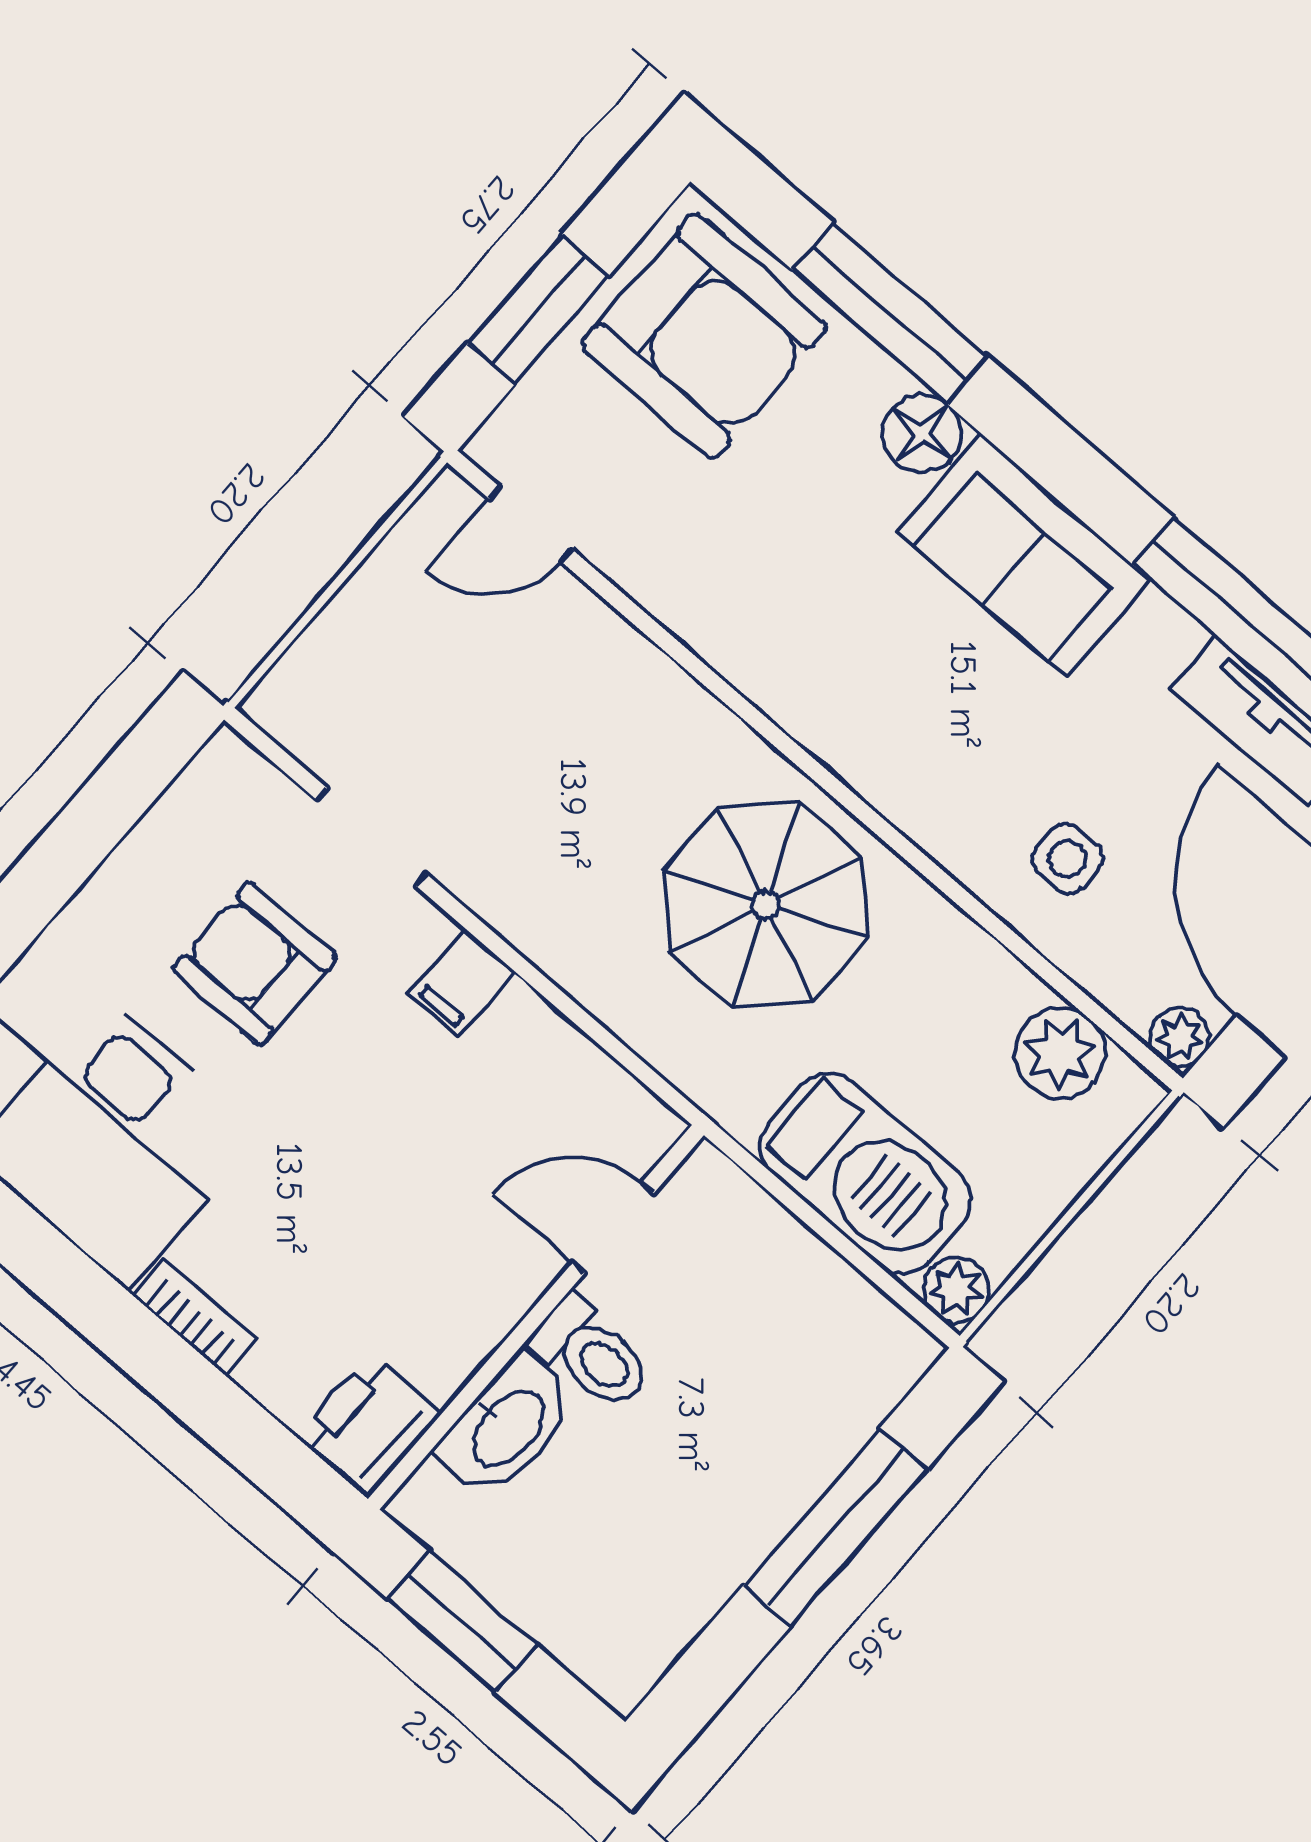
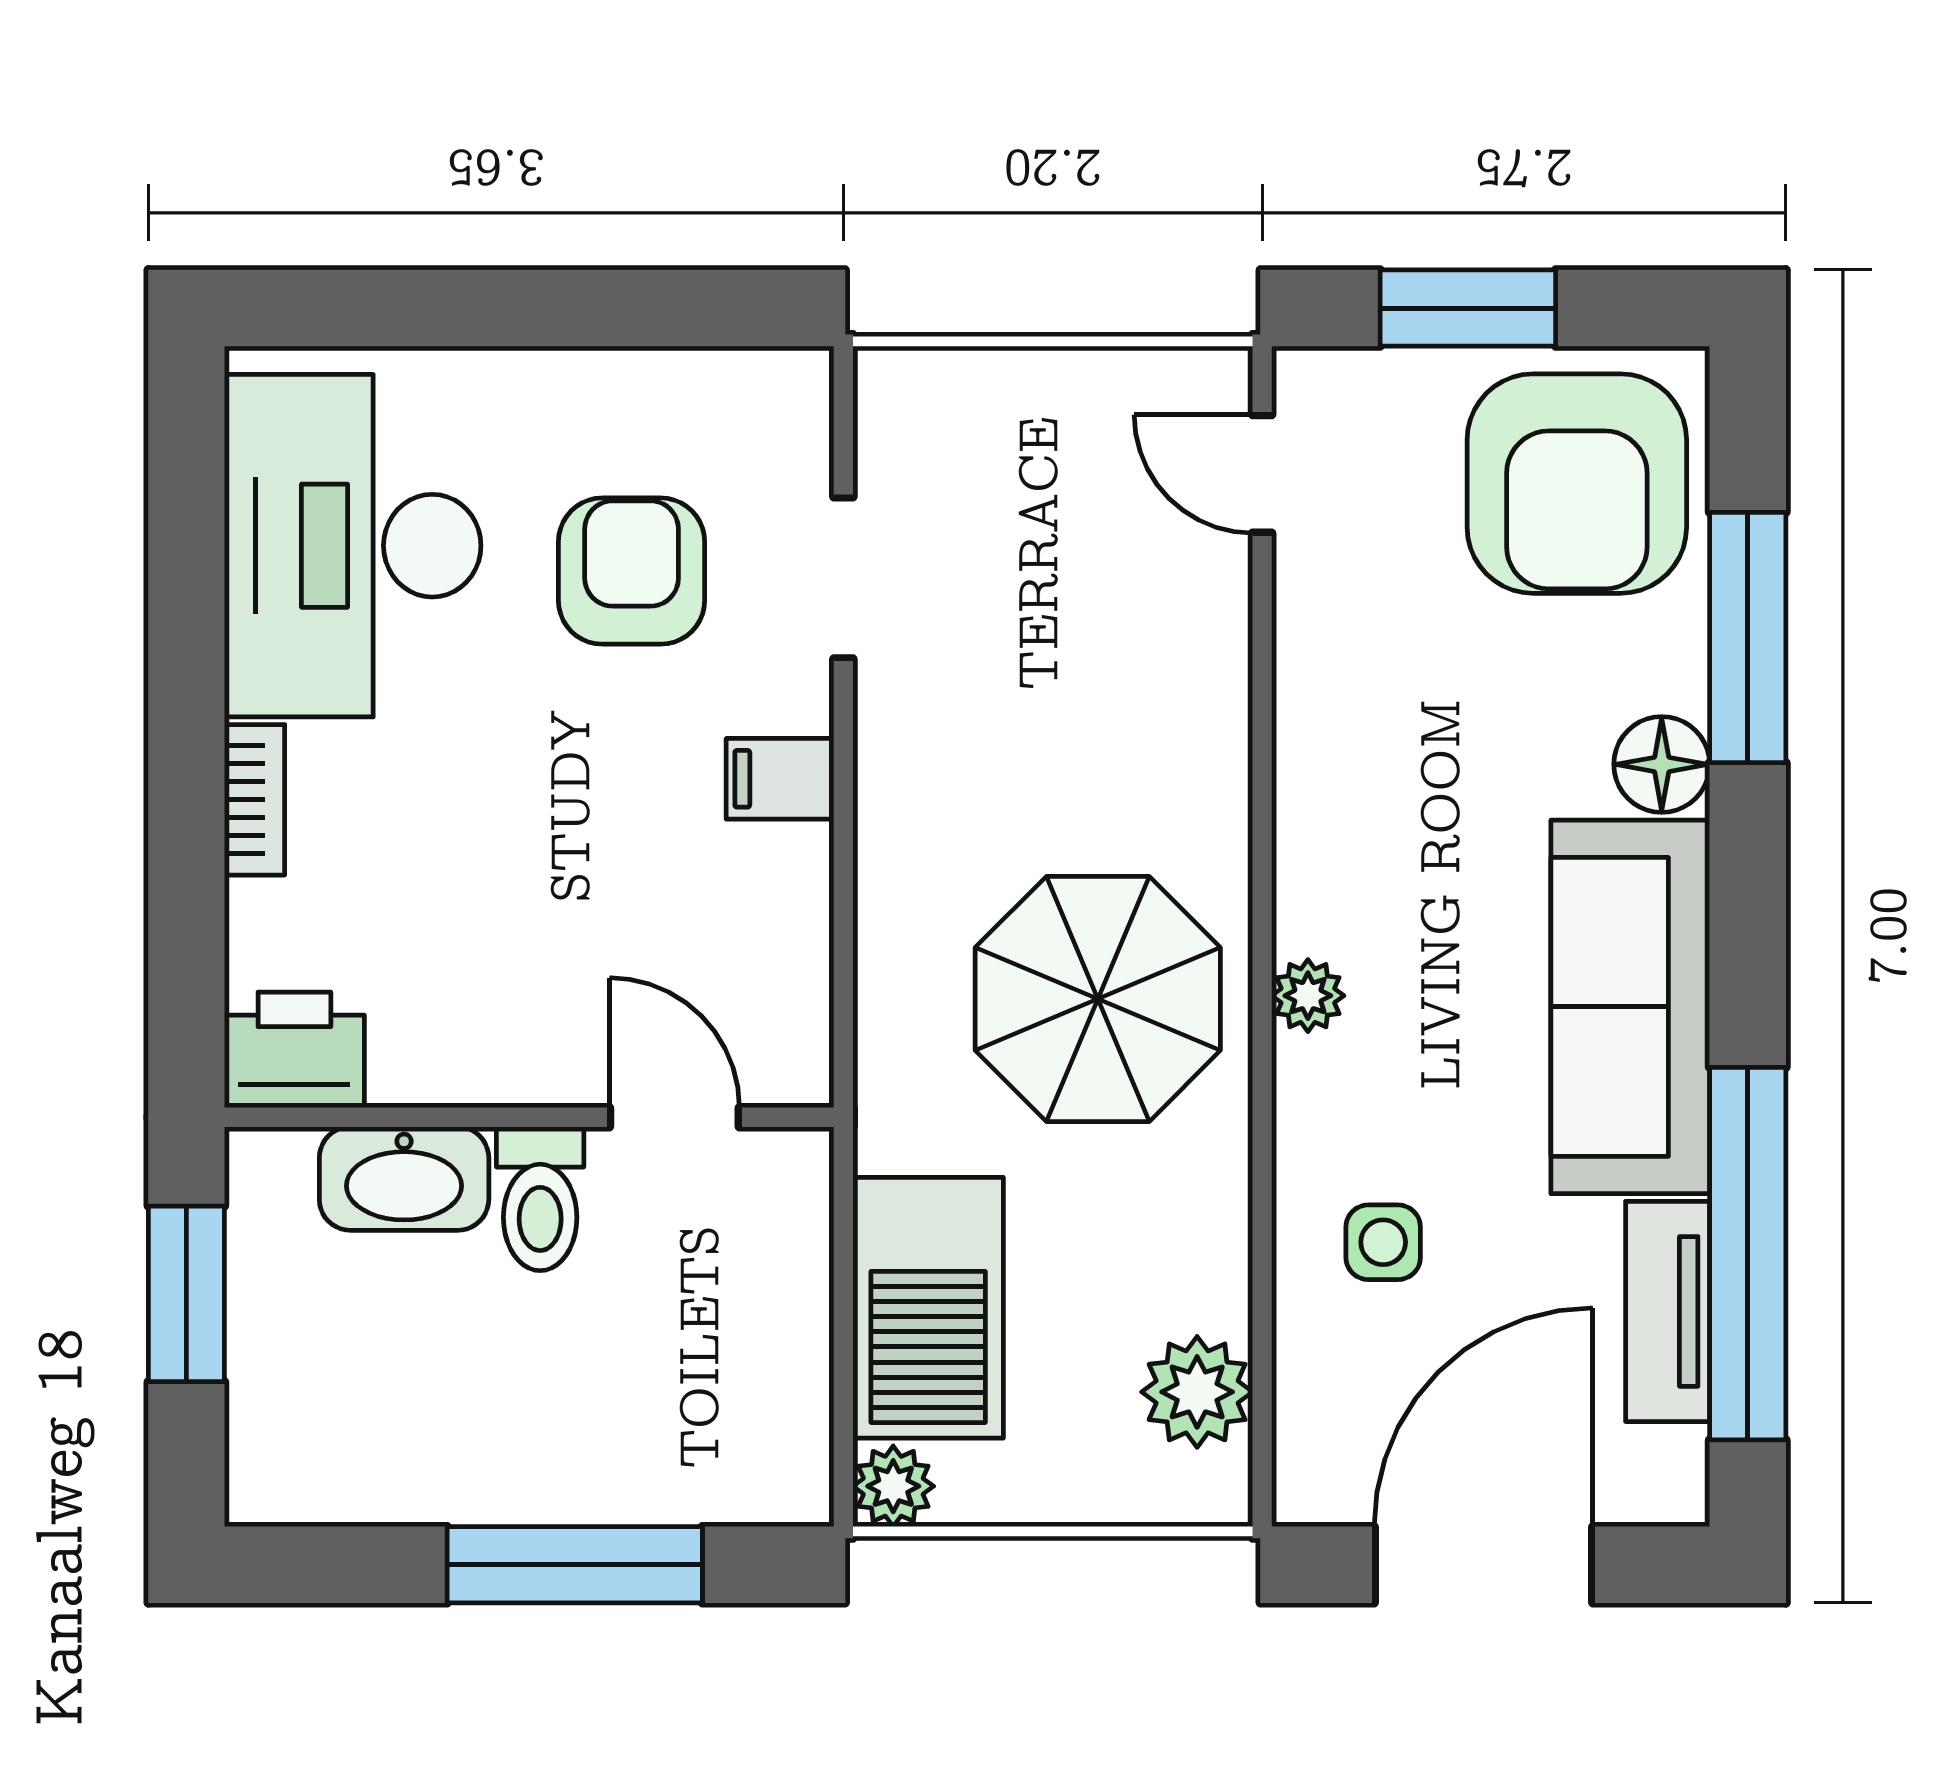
sofa: (1024, 555) -> (1630, 1007), width x1.36
plant: (1180, 1037) -> (1308, 996), moved

